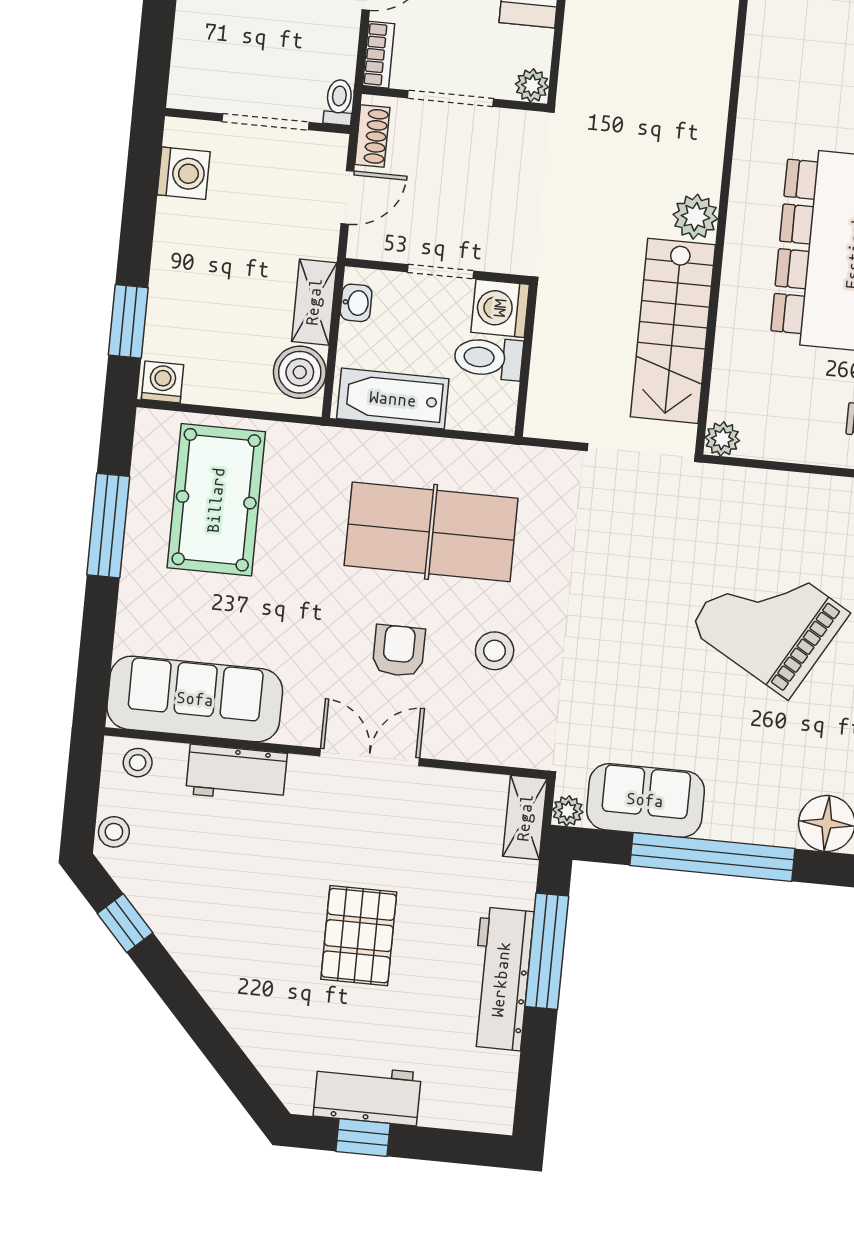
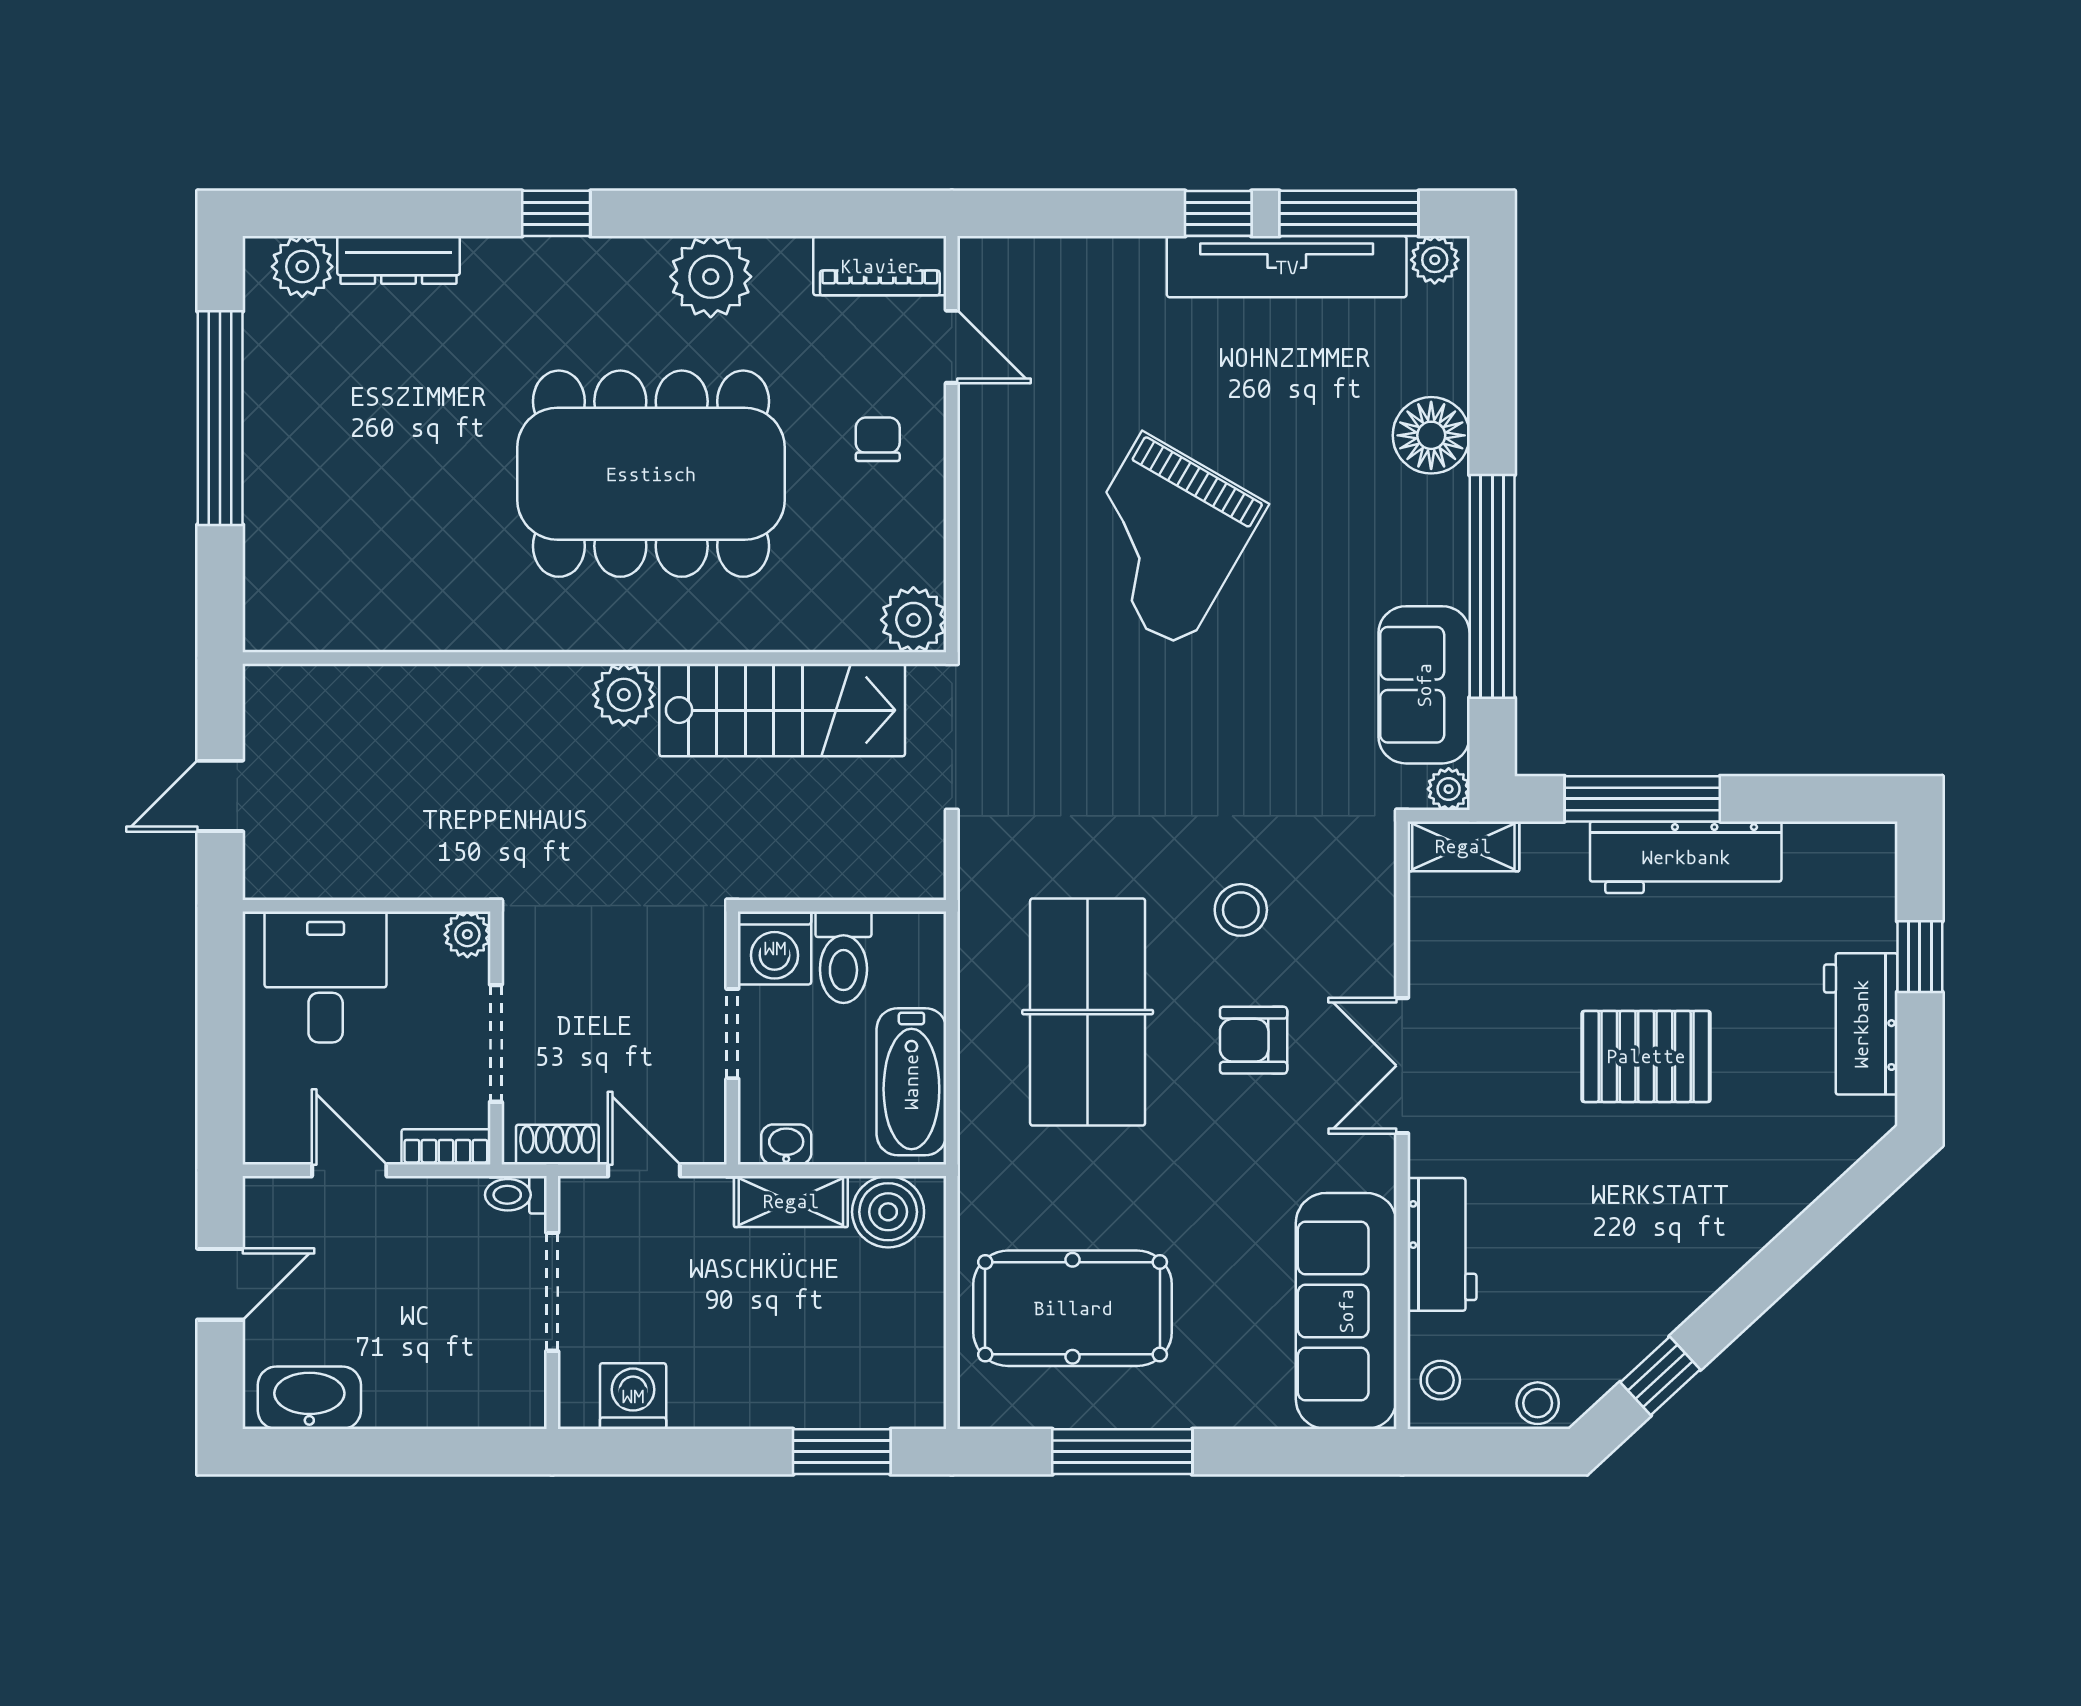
washing machine: (163, 382) -> (920, 1397), removed
plant: (722, 439) -> (913, 620), width x1.38, depth x1.38
window: (363, 1137) -> (1920, 957), moved

